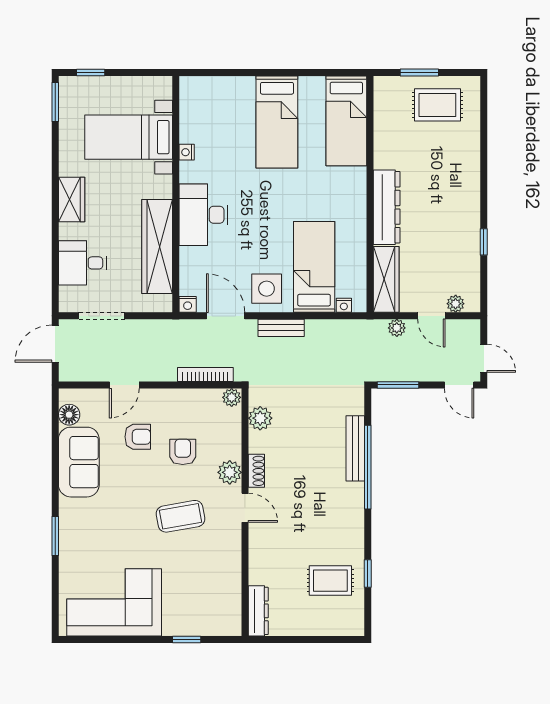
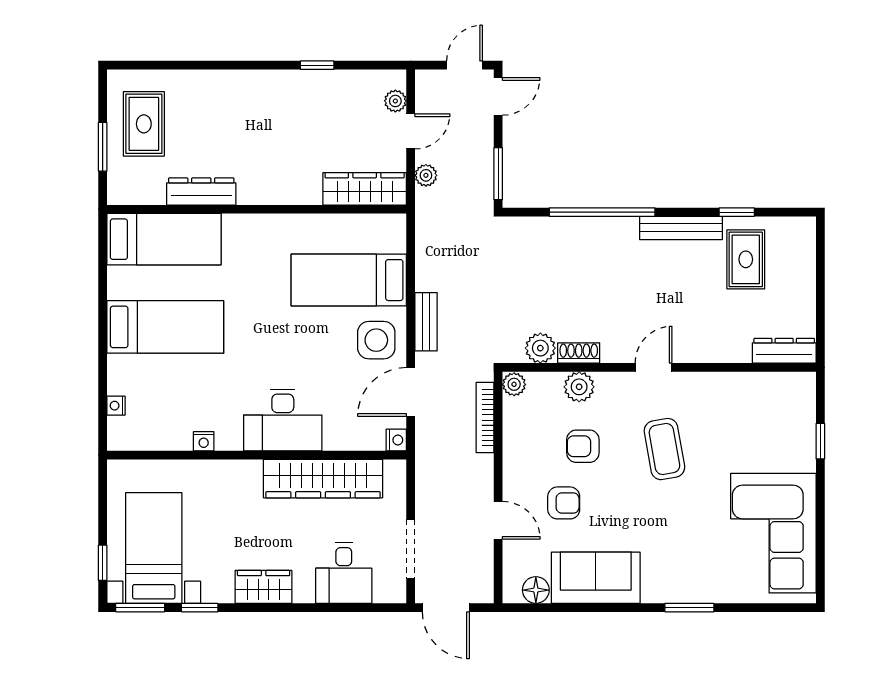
bed with nightstands: (129, 137) -> (154, 548), moved, turned 180
window: (55, 149) -> (200, 608), added
dresser: (387, 207) -> (201, 191), moved, width x0.73, depth x0.80
nightstand: (344, 305) -> (116, 406), moved, turned 180
armchair: (138, 437) -> (564, 503), turned 90
bench: (355, 448) -> (681, 228), moved
shoe rack: (256, 471) -> (579, 353), moved
plant: (230, 472) -> (579, 387), moved

